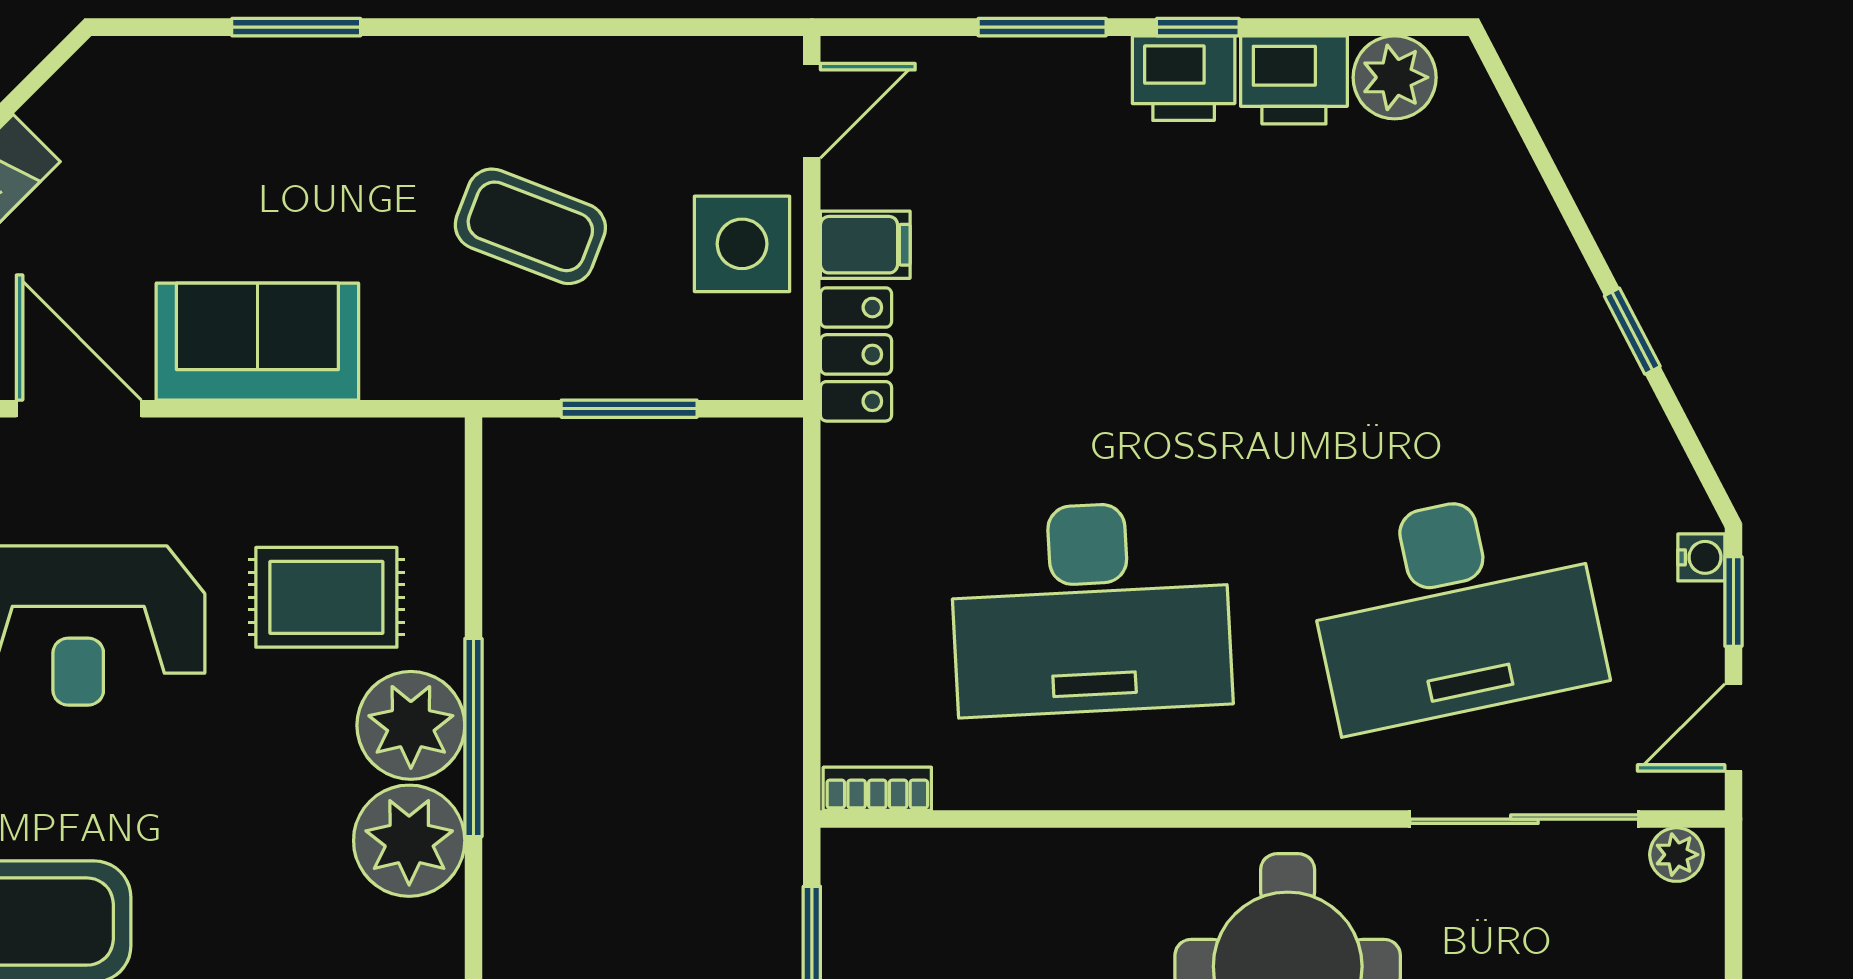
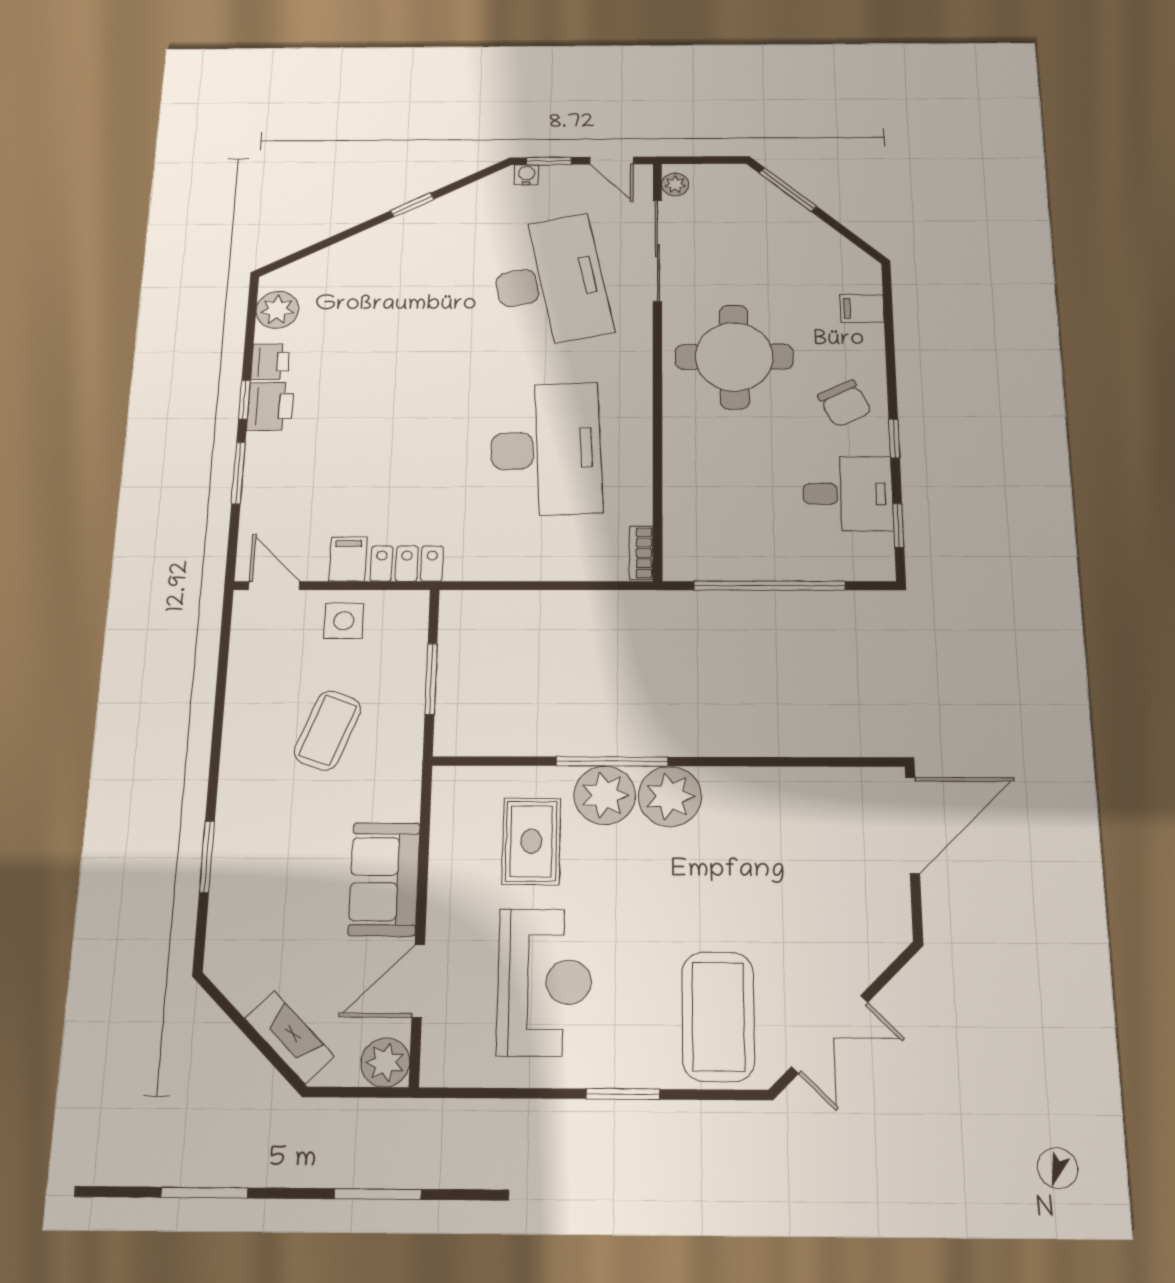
printer: (1294, 80) -> (270, 362), width x0.73, depth x0.81
side table: (742, 244) -> (344, 621), width x0.73, depth x0.73

